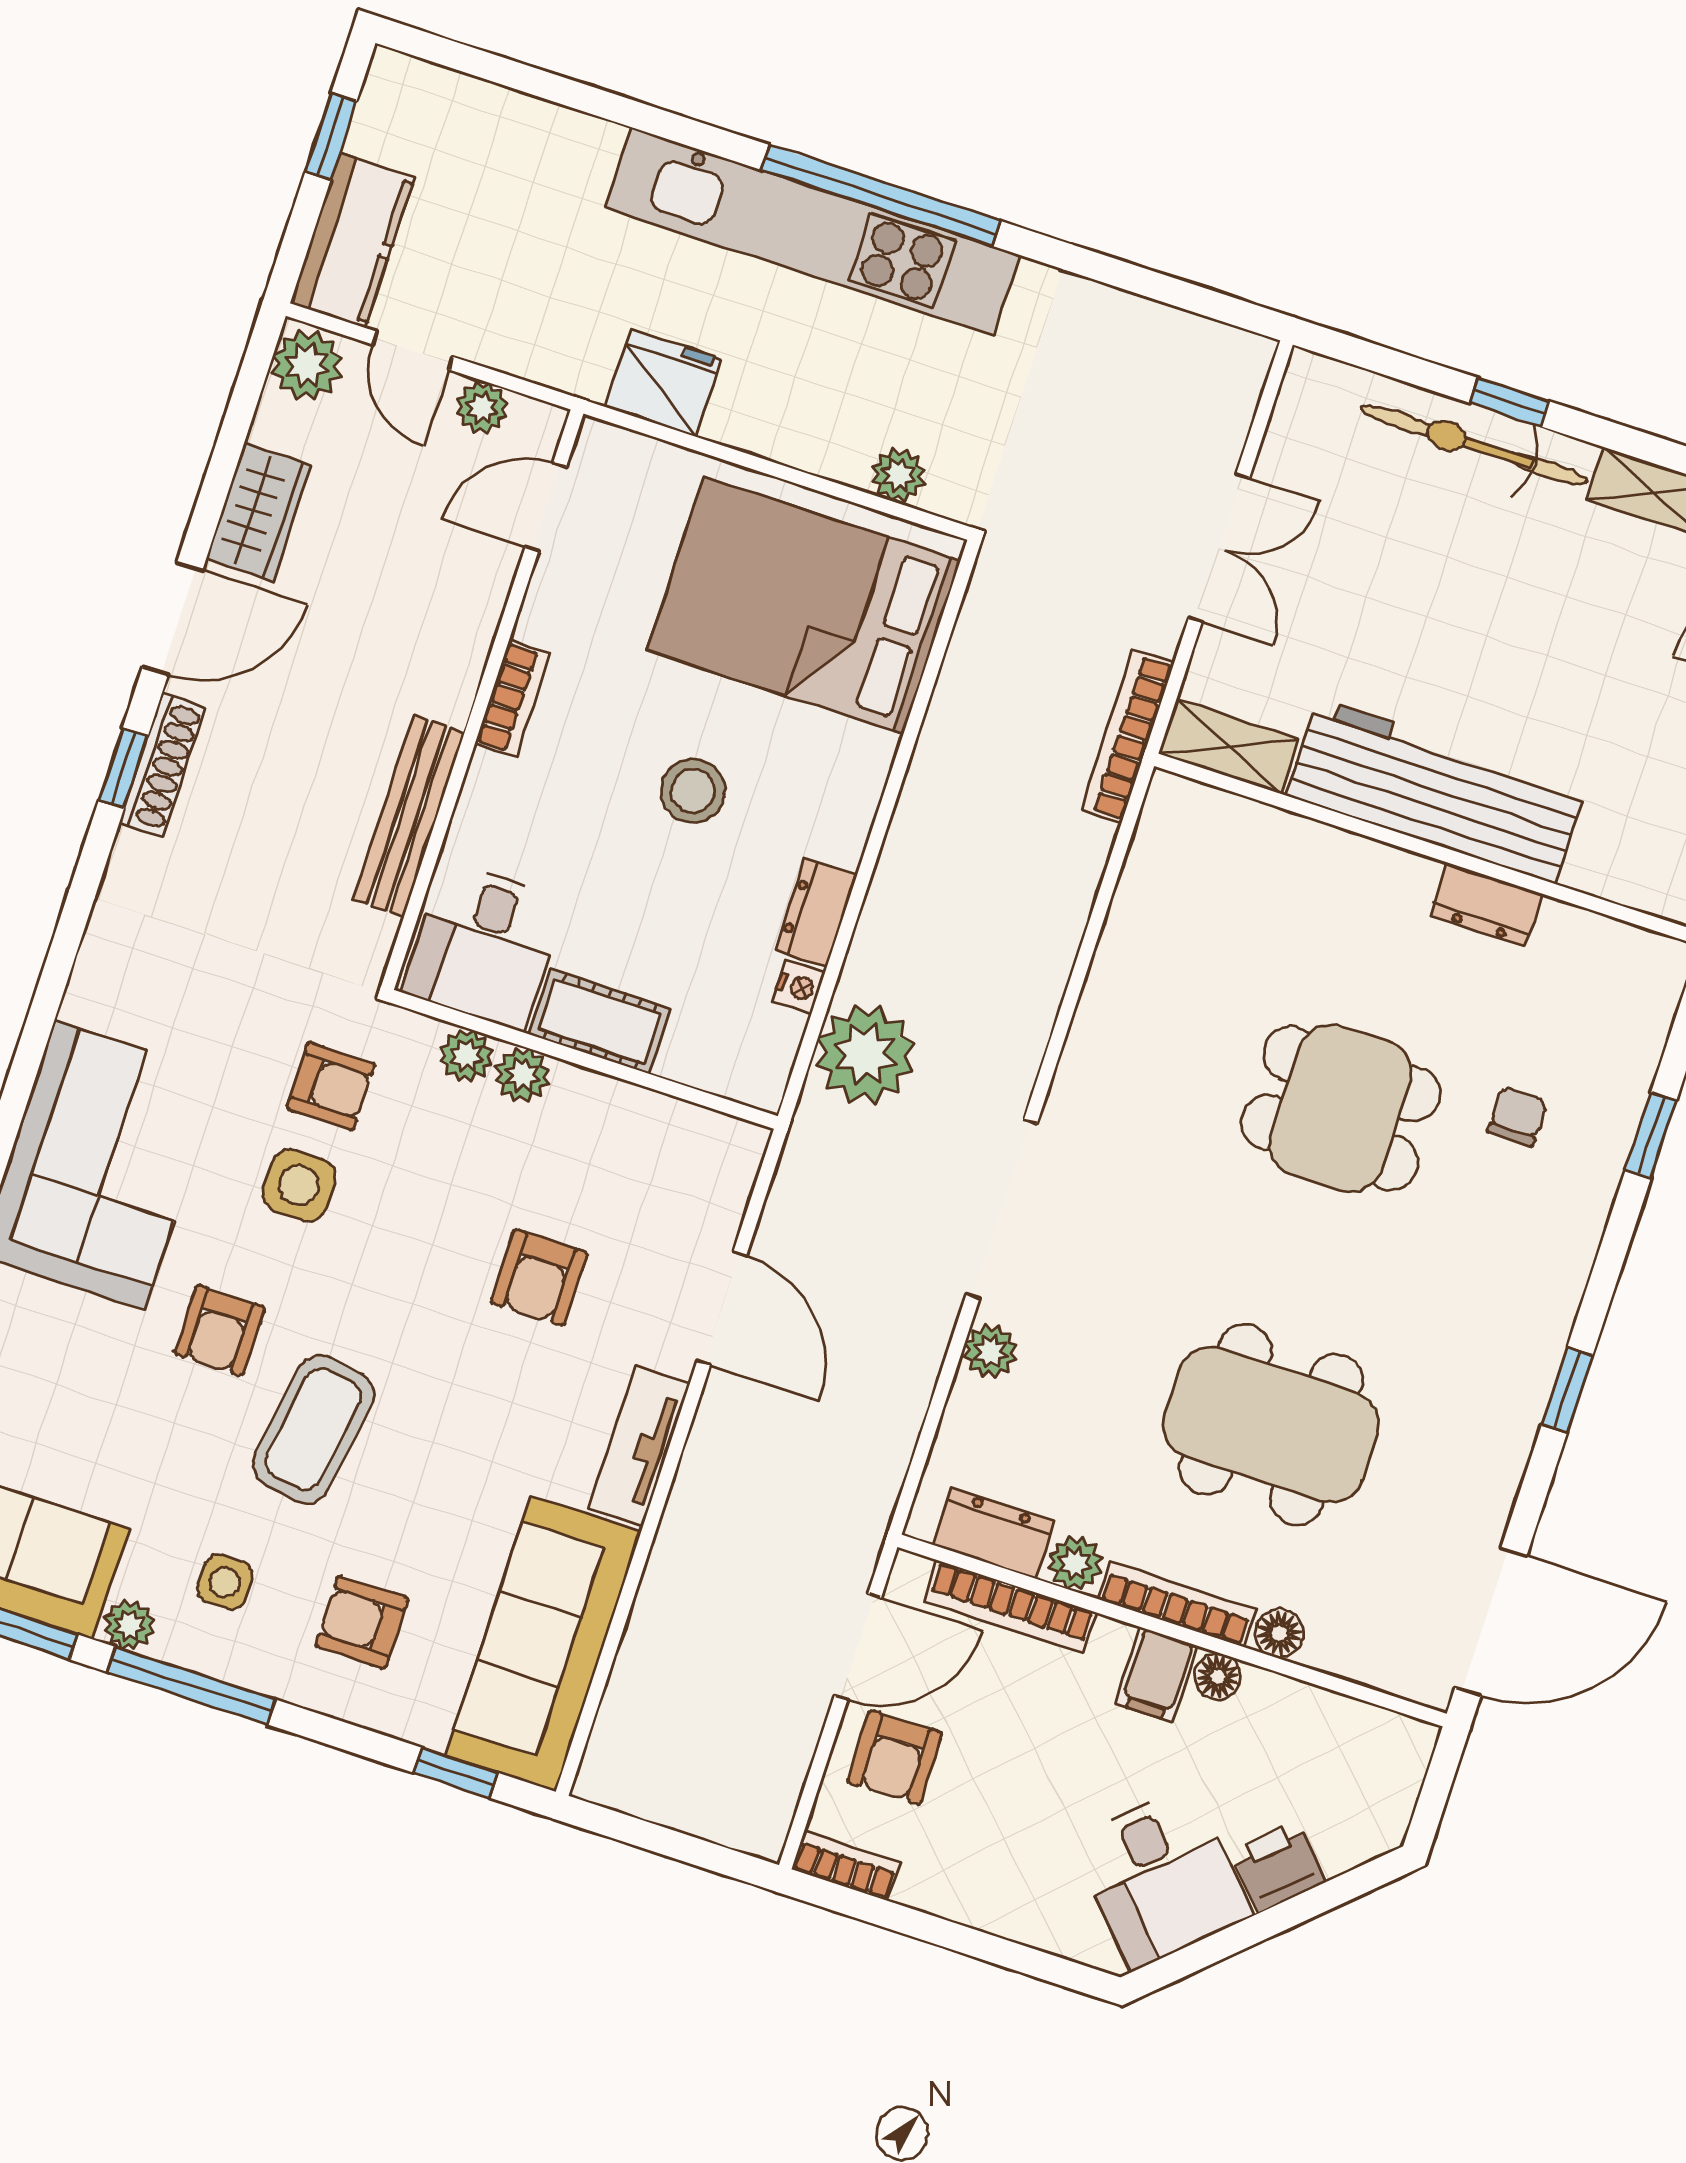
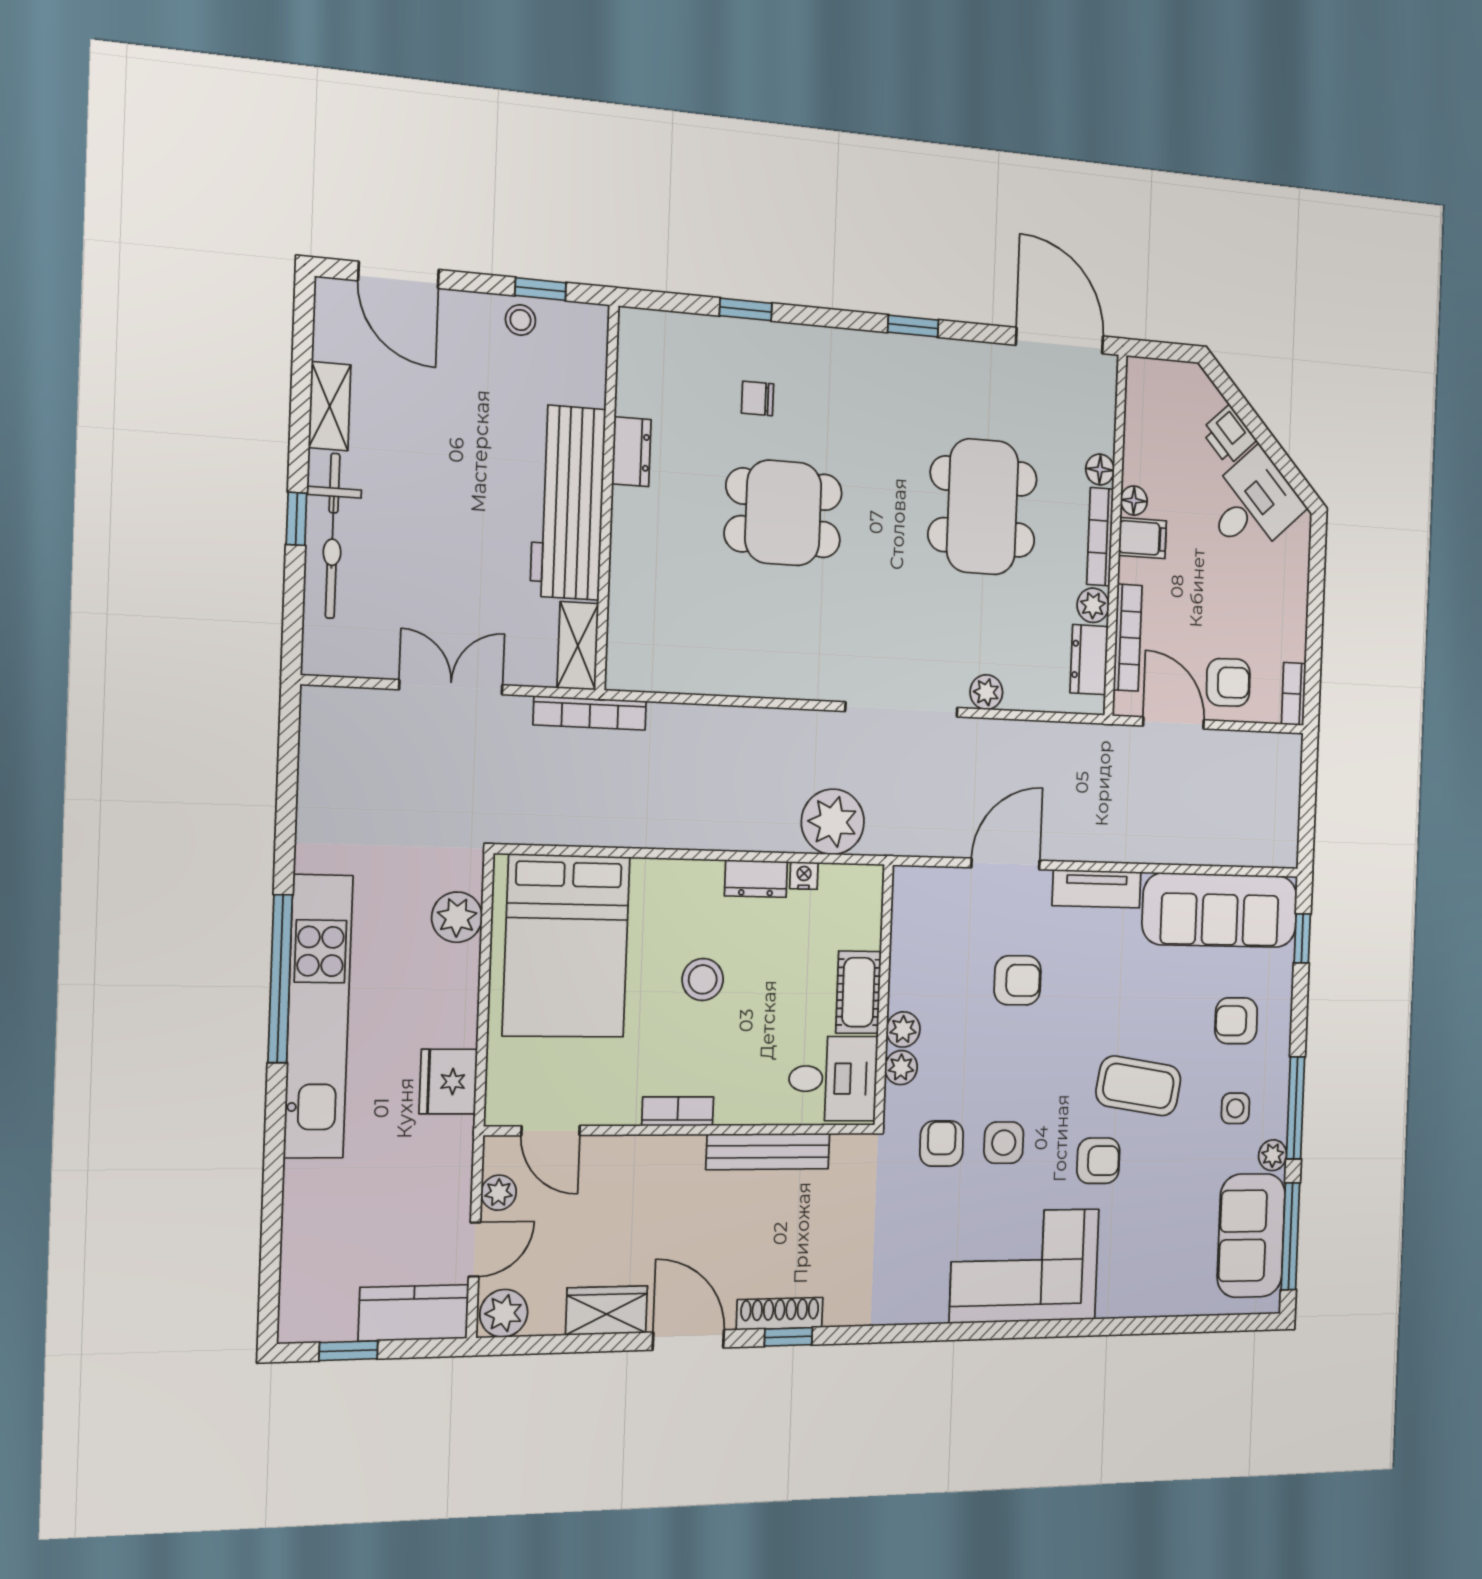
plant: (899, 475) -> (457, 917), width x1.38, depth x1.38
dining table: (1341, 1108) -> (783, 513), turned 90
armchair: (362, 1622) -> (1236, 1021), turned 90

